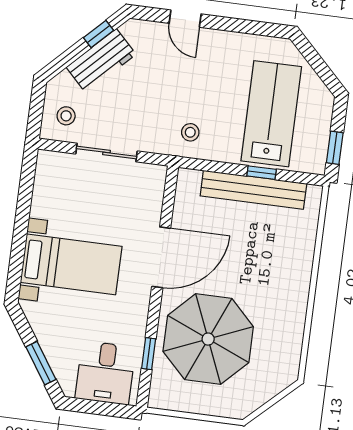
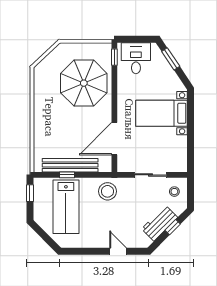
window: (99, 34) -> (173, 227), moved
stool: (190, 132) -> (107, 191), width x1.89, depth x1.89
door: (161, 257) -> (114, 139), moved
window: (149, 354) -> (114, 57), moved

